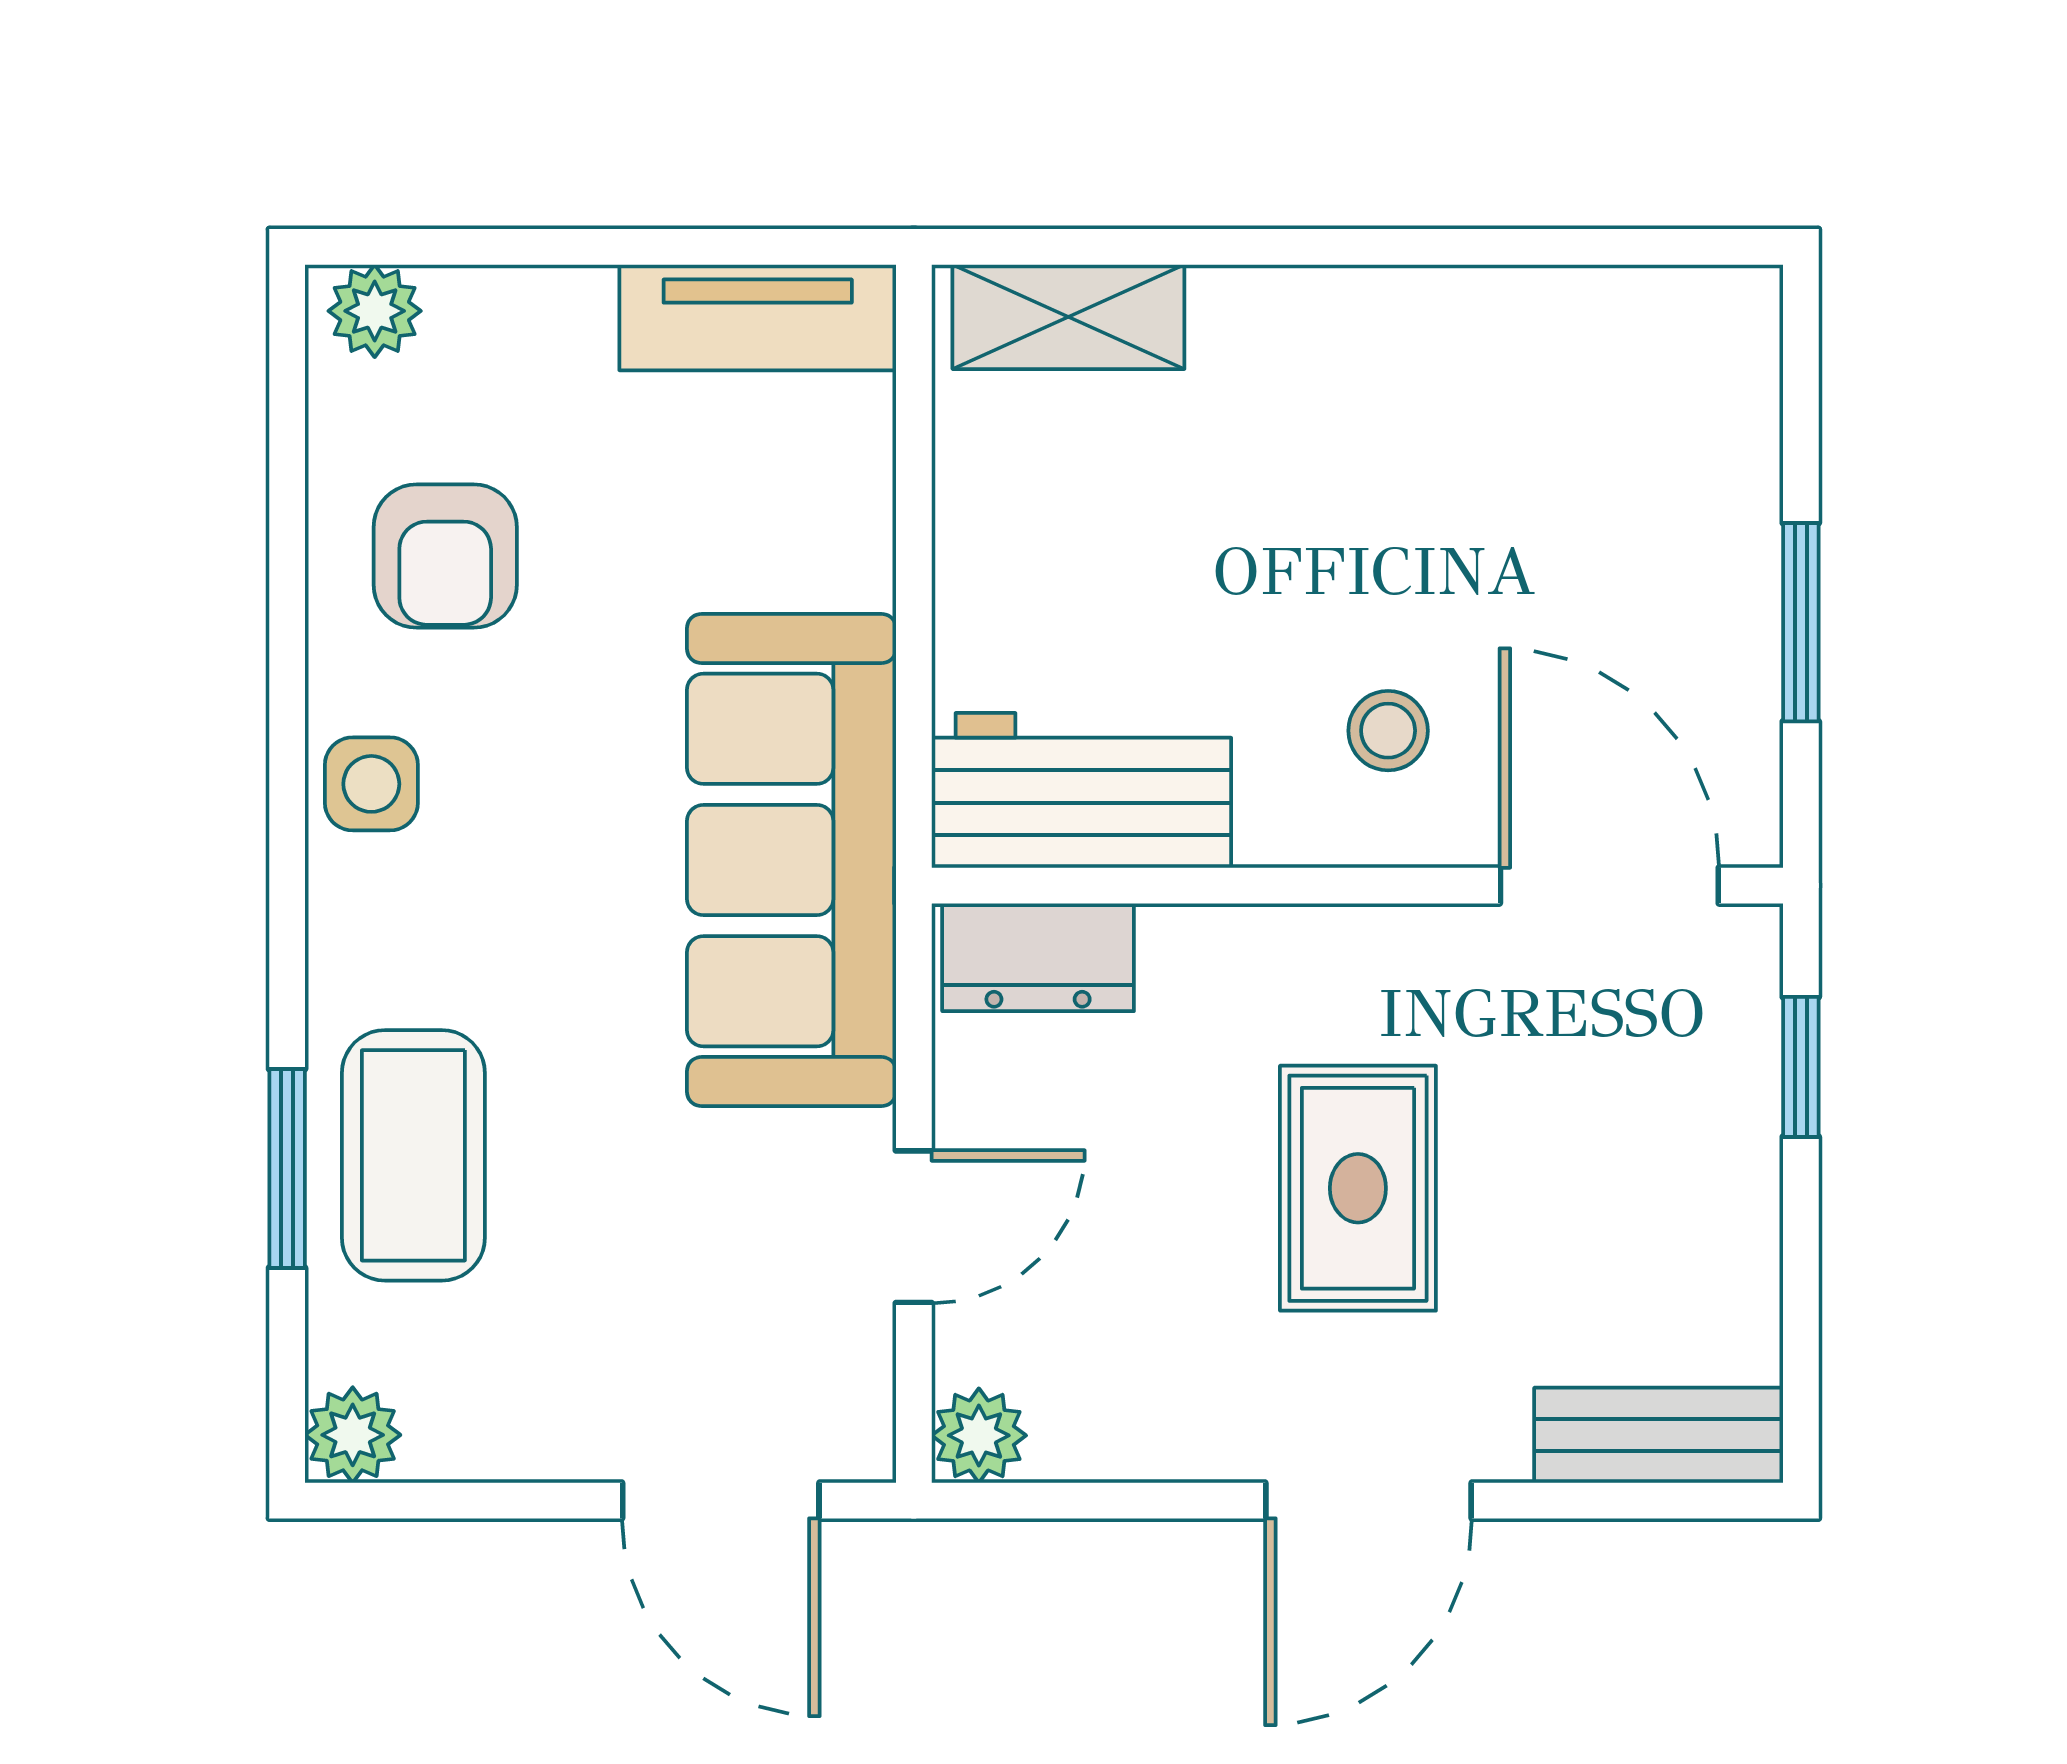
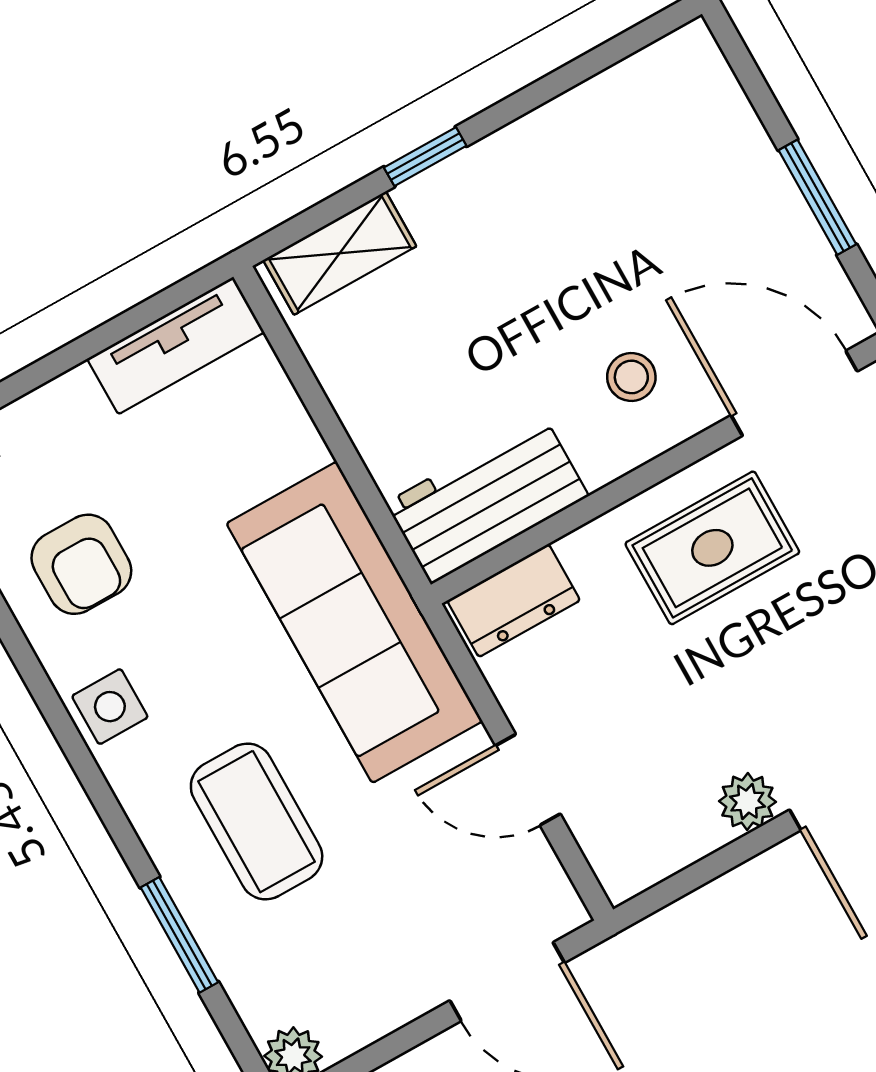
window: (1269, 247) -> (425, 157), added
coffee table: (413, 1155) -> (257, 822), moved
rug: (1358, 1188) -> (712, 548), moved, turned 90
door: (914, 1227) -> (528, 780), swing flipped
plant: (979, 1435) -> (747, 802), moved

